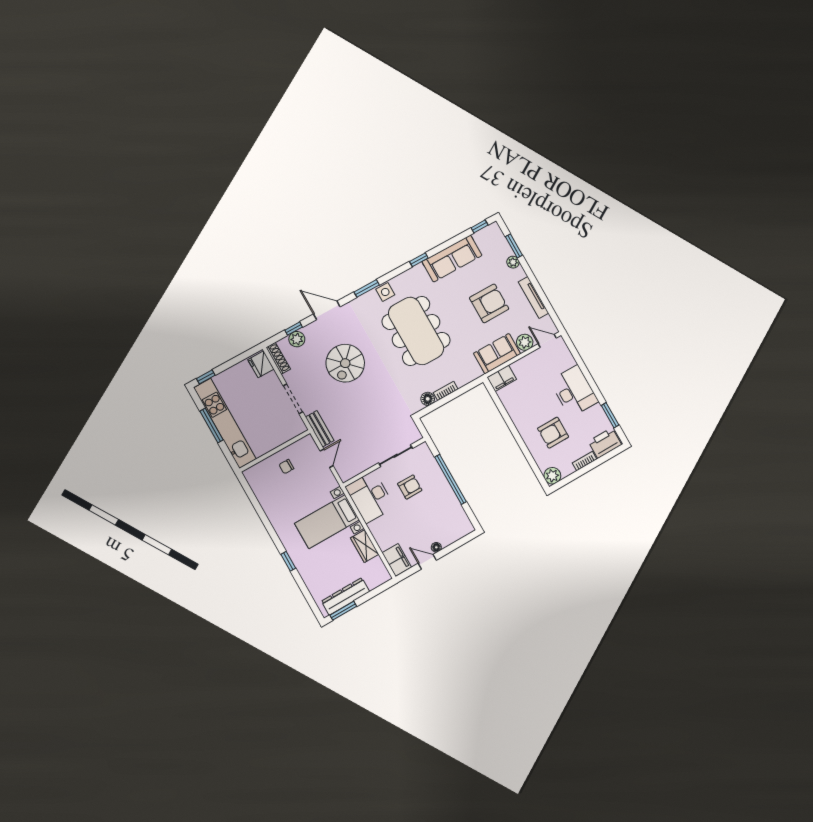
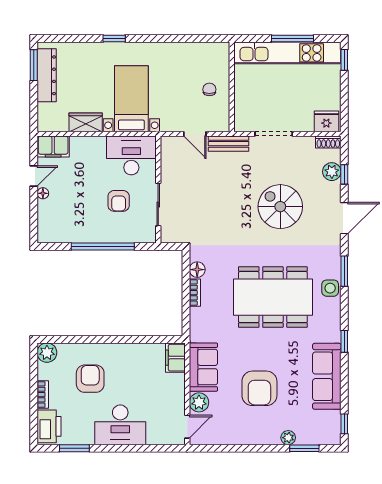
tv unit: (533, 298) -> (240, 438), removed
shoe rack: (278, 358) -> (328, 142), width x0.70

